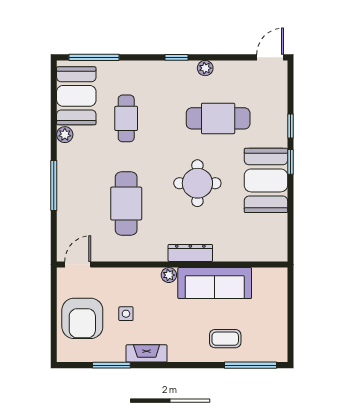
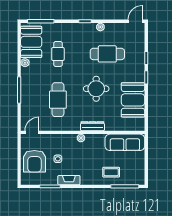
booth: (266, 180) -> (133, 100), moved
sofa: (215, 283) -> (125, 142), moved

